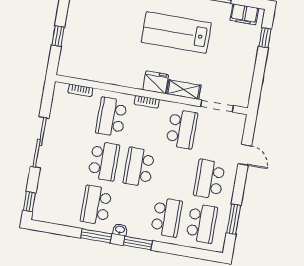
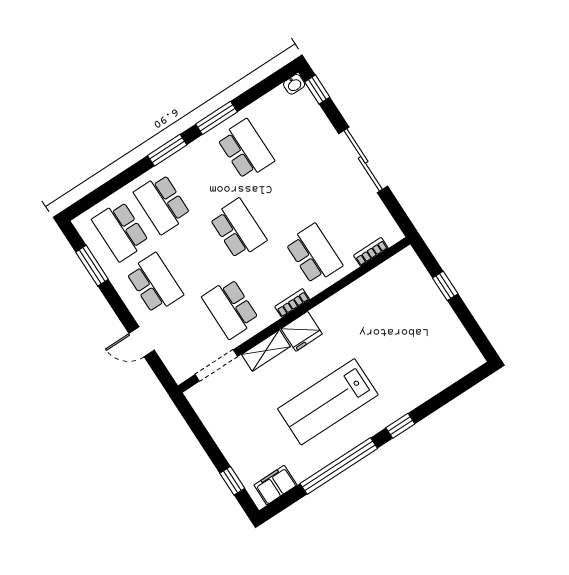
lab bench: (176, 32) -> (328, 402), turned 180
school desk: (104, 161) -> (280, 202), removed
washbasin: (120, 230) -> (294, 84), moved

